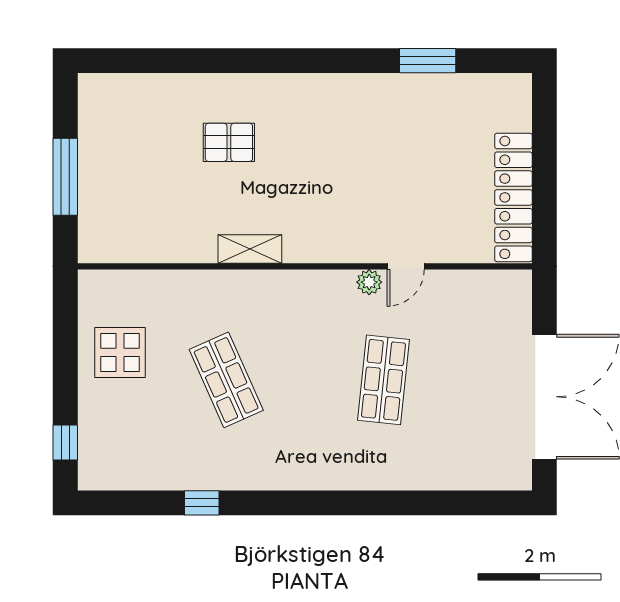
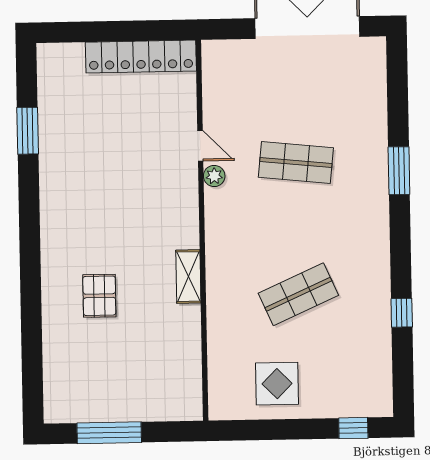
window: (65, 177) -> (109, 433), moved
window: (371, 503) -> (399, 171), added

